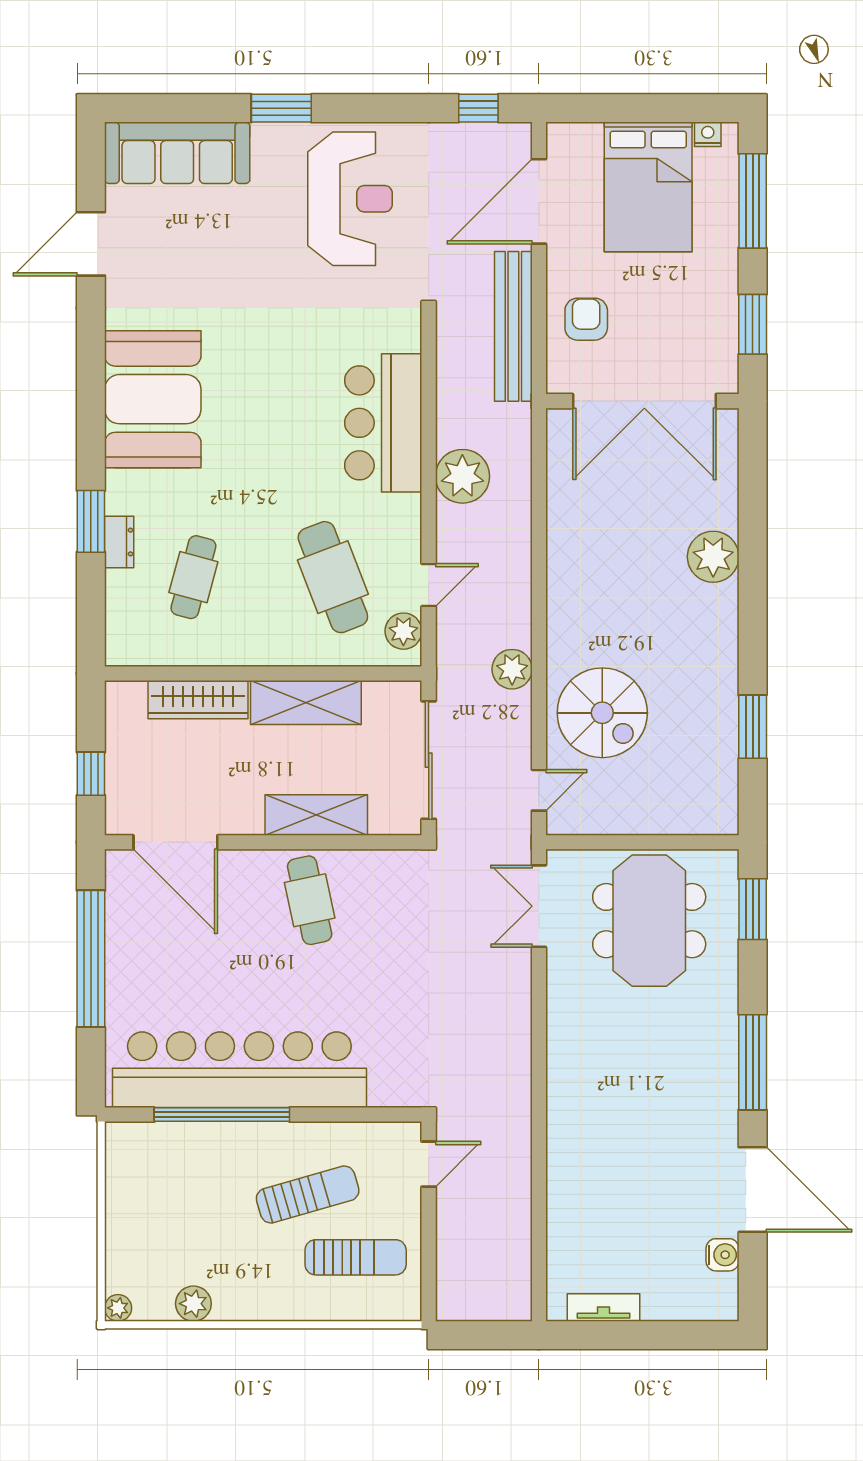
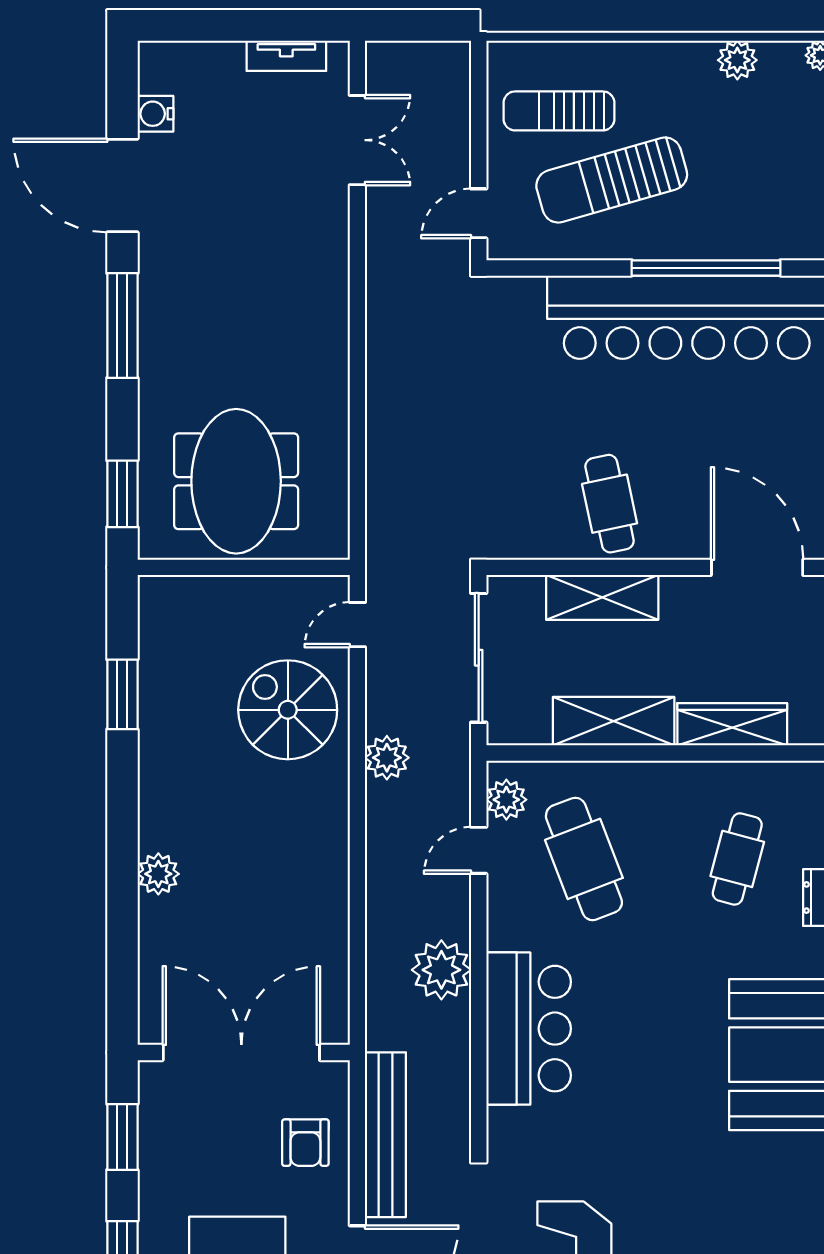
plant: (713, 557) -> (158, 874), width x0.73, depth x0.73
double door: (539, 906) -> (357, 140), moved
sun lounger: (308, 1195) -> (612, 180), width x1.36, depth x1.34

